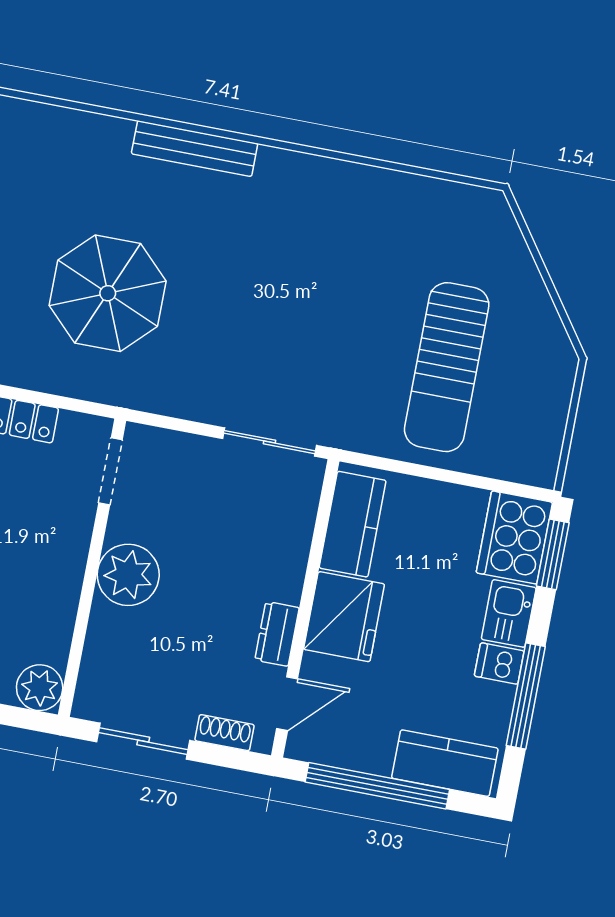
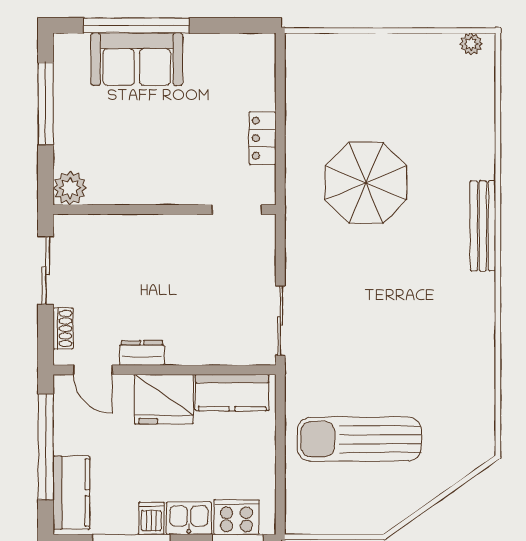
cooker: (514, 537) -> (236, 517), width x0.73, depth x0.76
plant: (128, 575) -> (164, 237), removed

